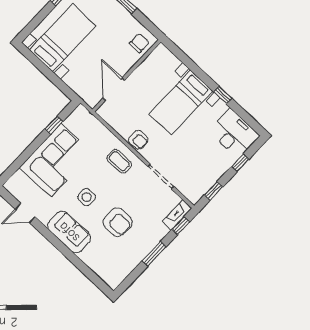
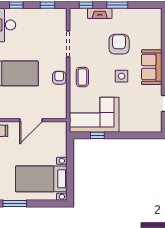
door: (114, 89) -> (31, 120), moved
corner sofa: (56, 160) -> (94, 115), moved
fireplace: (177, 215) -> (100, 13), moved

